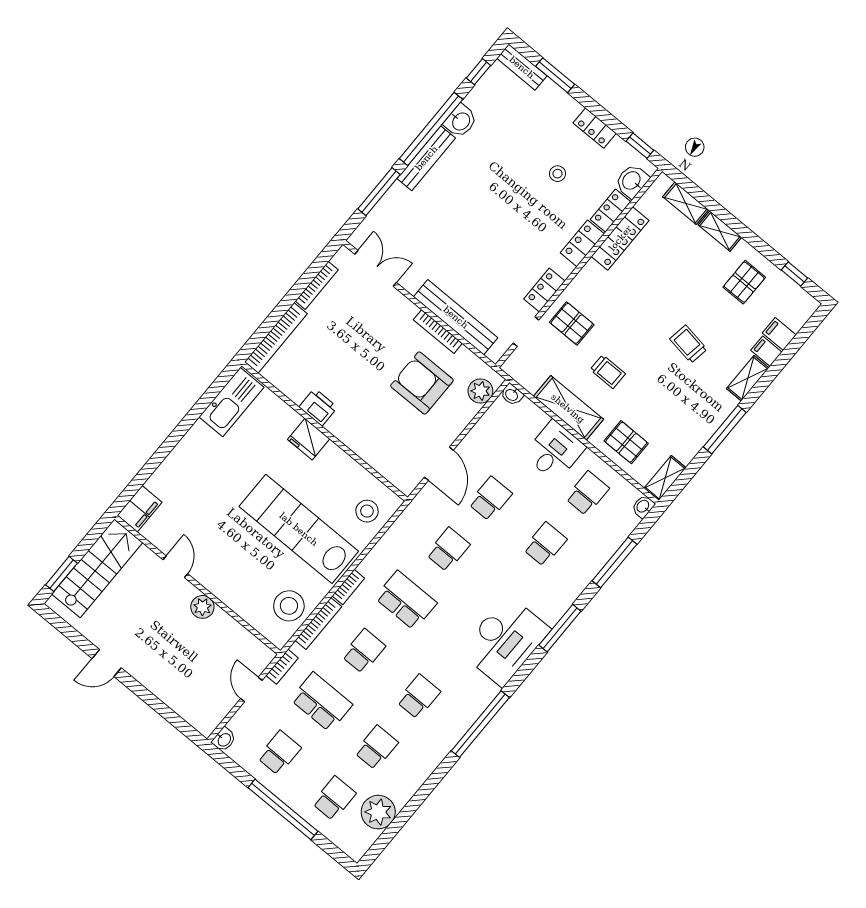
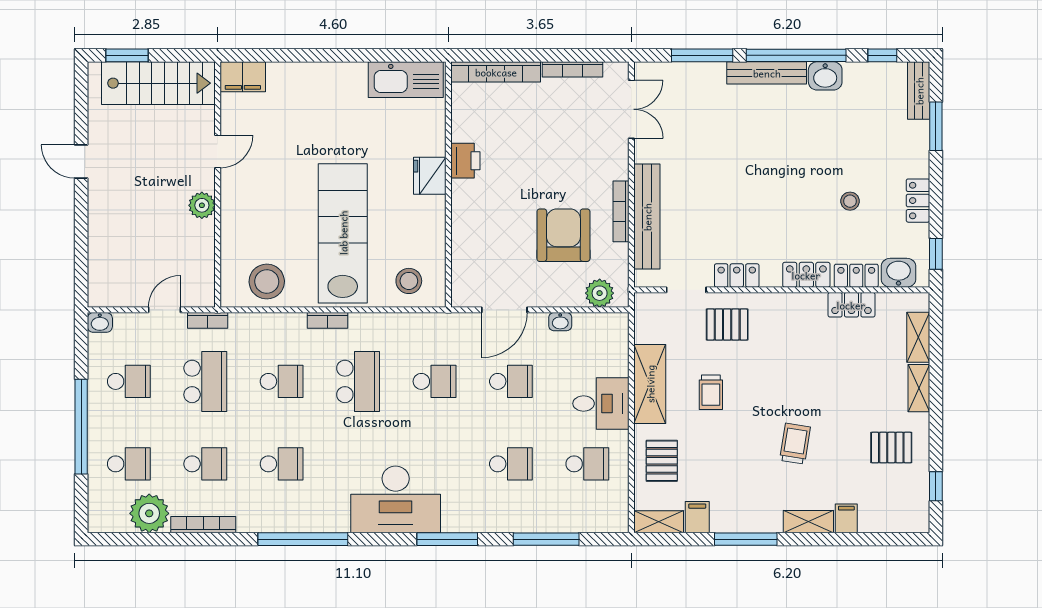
locker: (620, 238) -> (851, 305), width x0.66
pallet: (572, 323) -> (727, 325), turned 90
filing cabinet: (779, 334) -> (697, 517), moved
washbasin: (512, 395) -> (560, 322), moved, turned -90
washbasin: (643, 507) -> (617, 523), removed
bookcase: (318, 623) -> (203, 525), moved, turned 180

